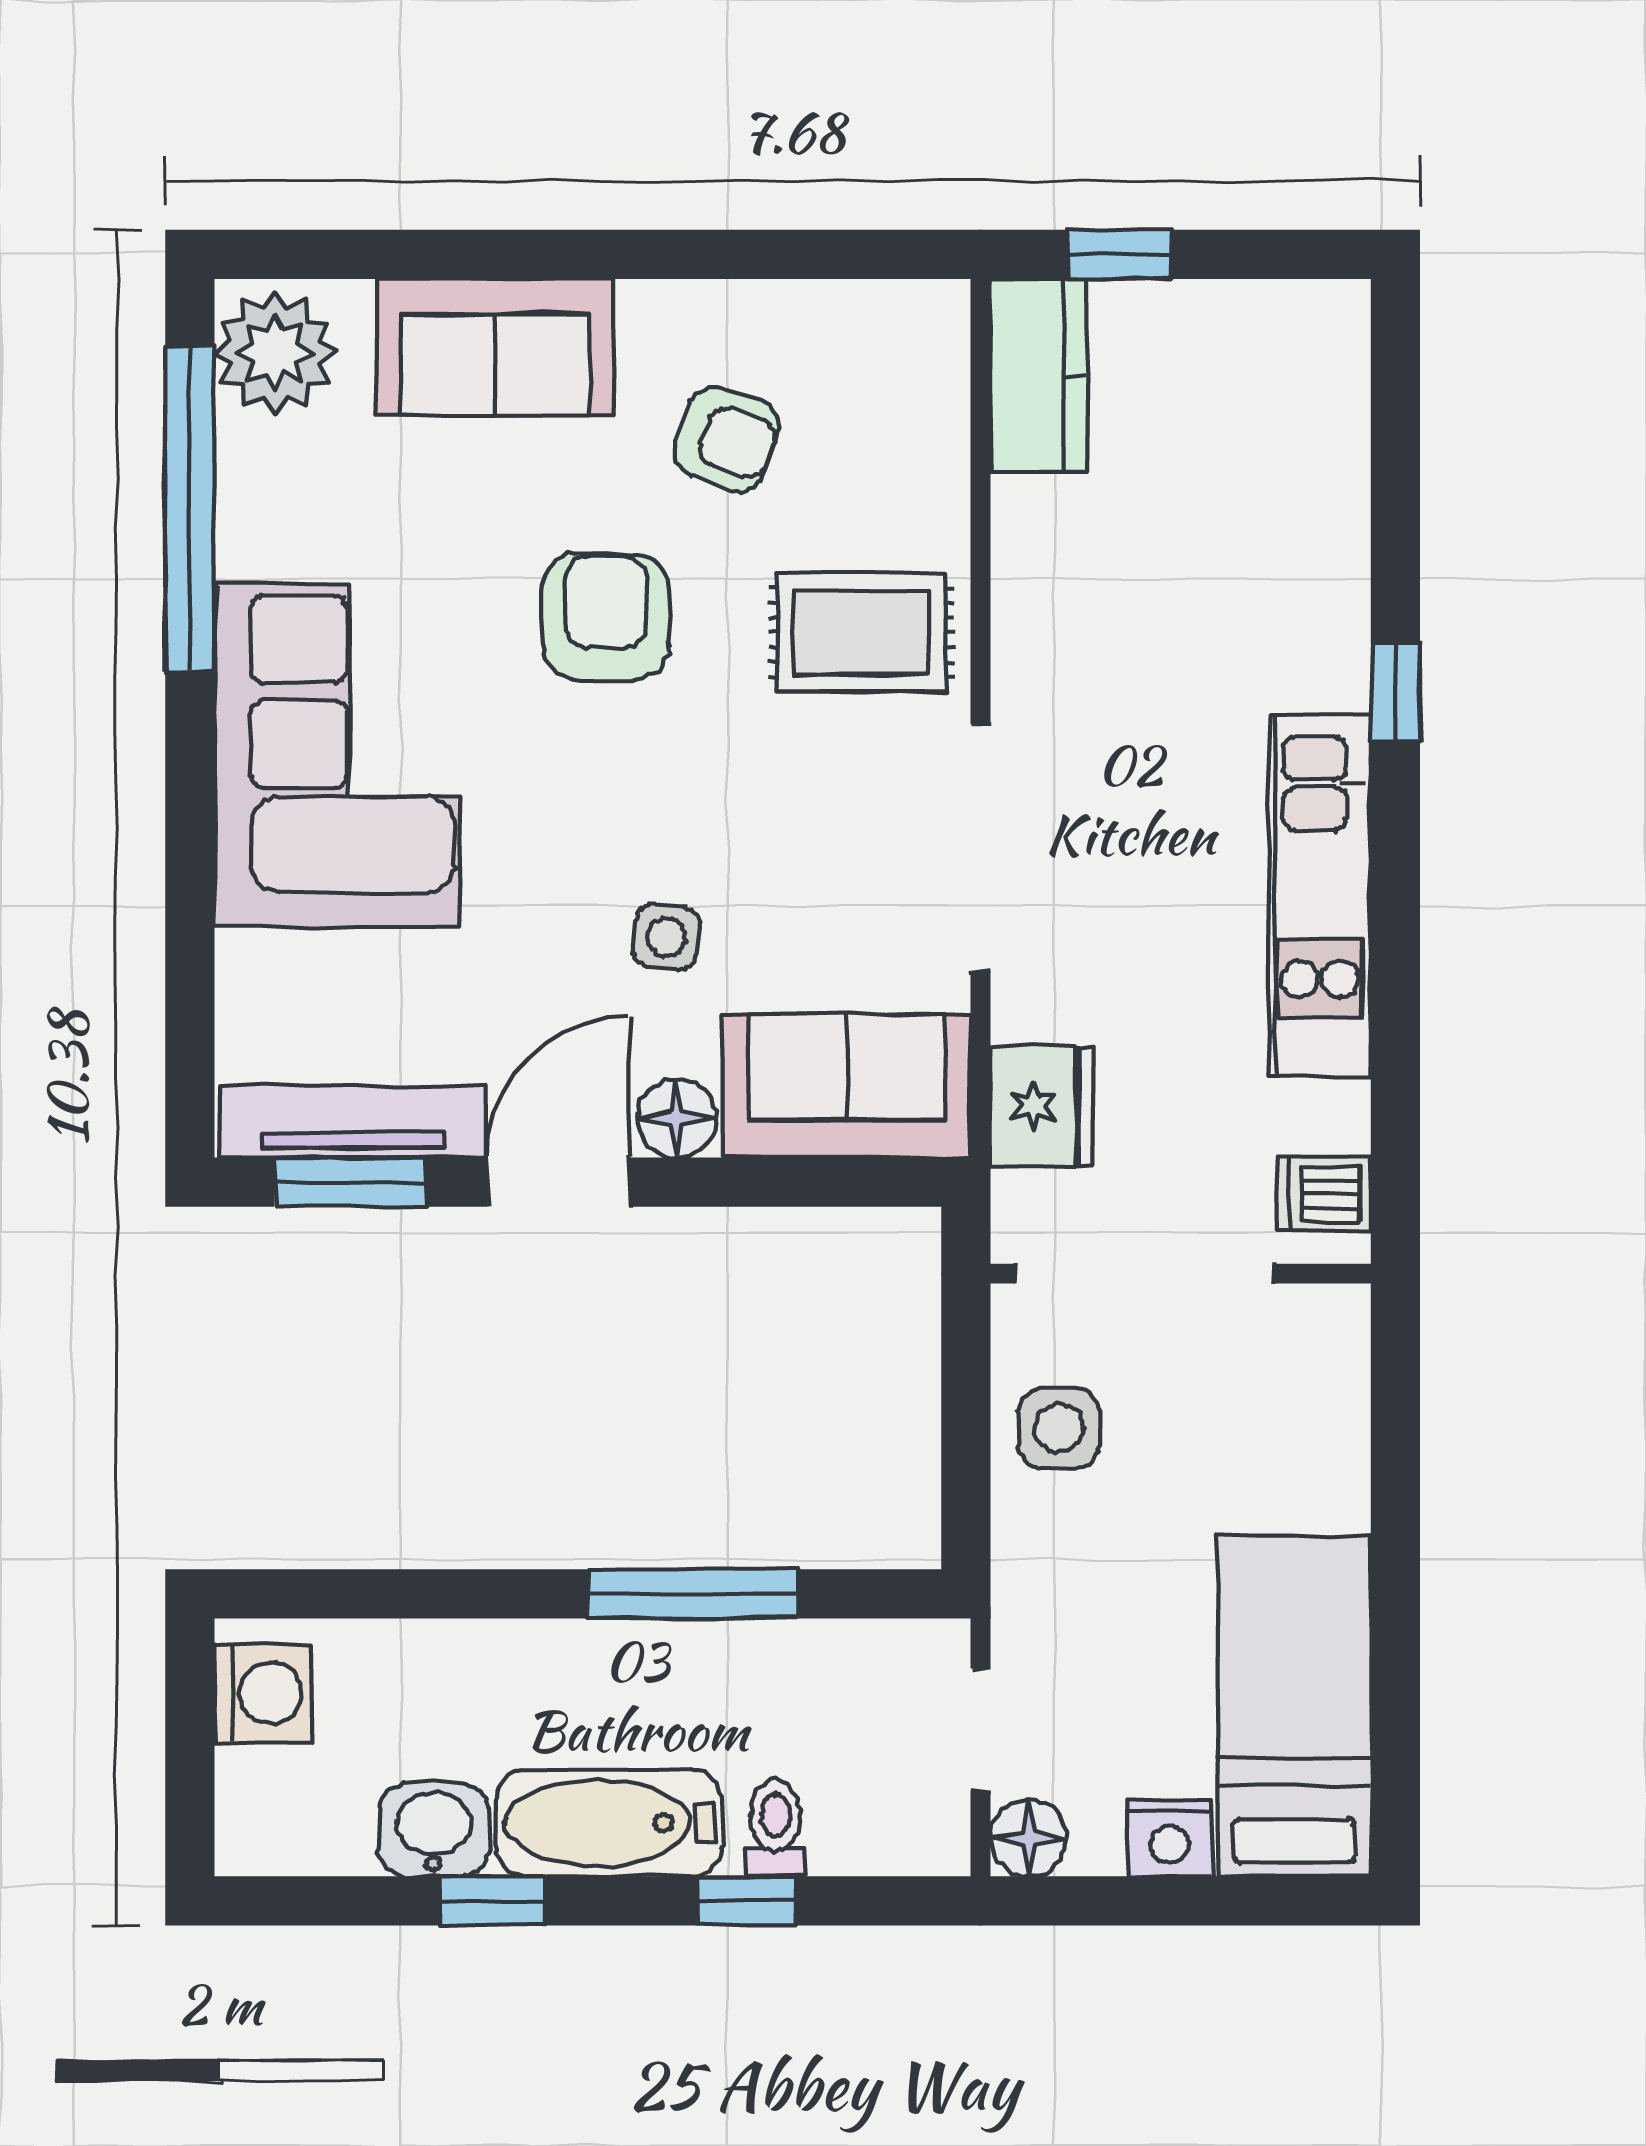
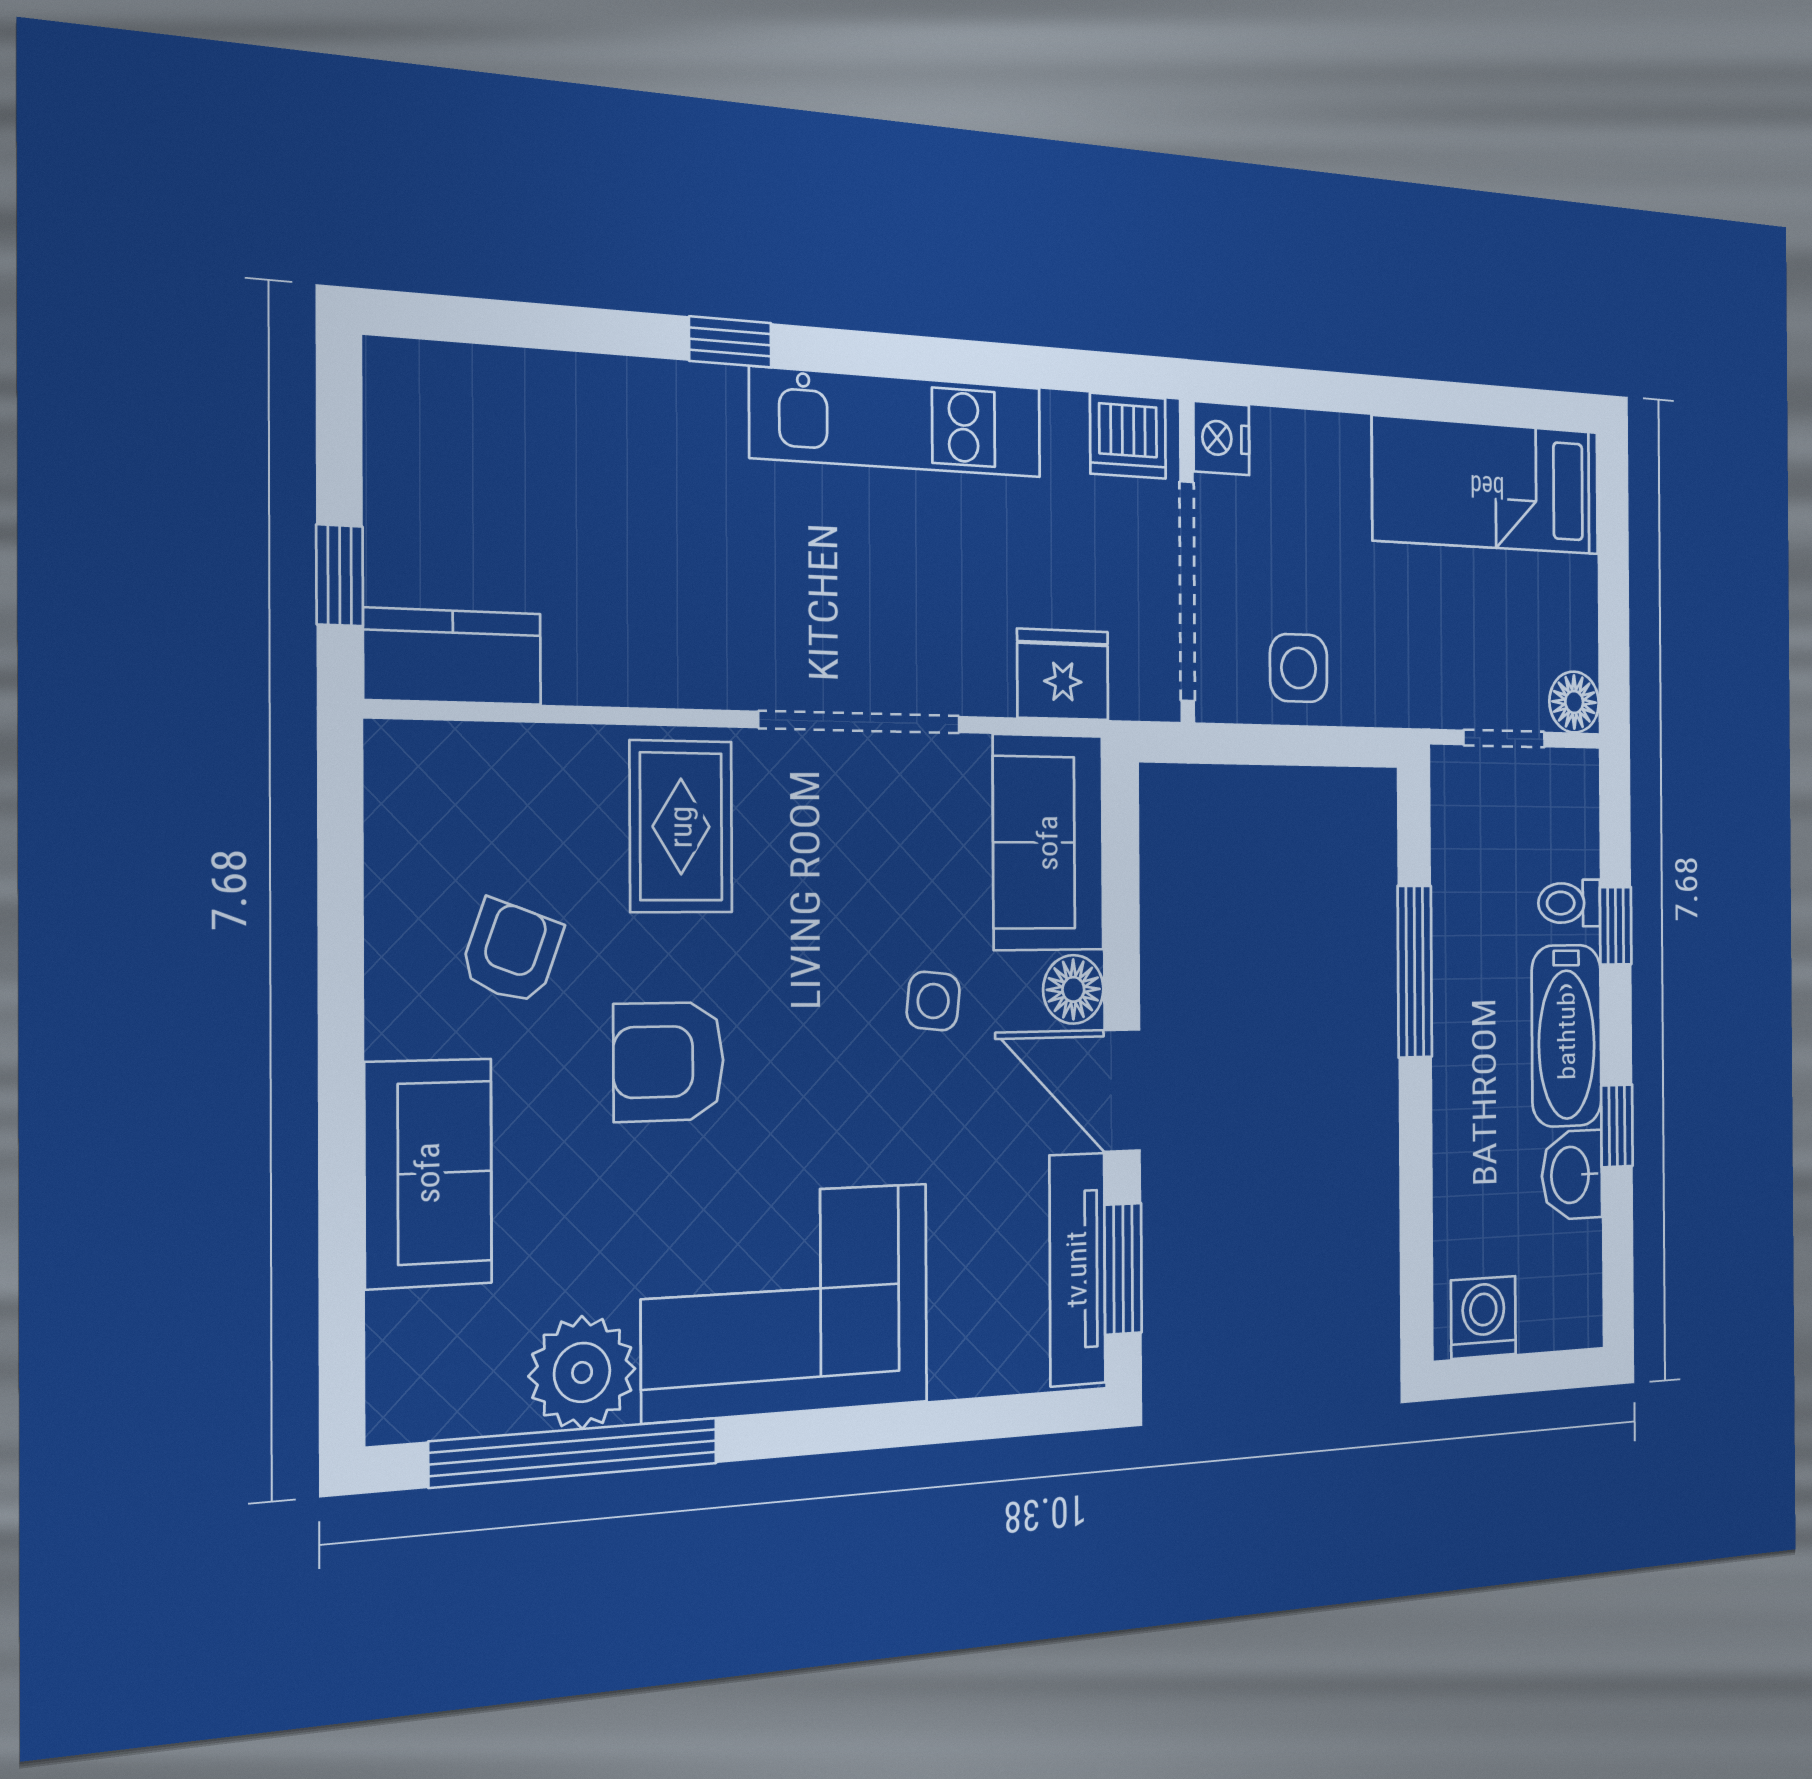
plant: (275, 353) -> (582, 1372), moved
dishwasher: (1324, 1194) -> (1128, 436), width x1.38
nightstand: (1169, 1838) -> (1221, 438), moved, turned 180

